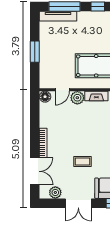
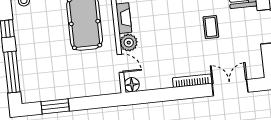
tv unit: (58, 16) -> (25, 79), removed
window: (35, 52) -> (55, 106), moved
plant: (55, 192) -> (255, 58), removed

